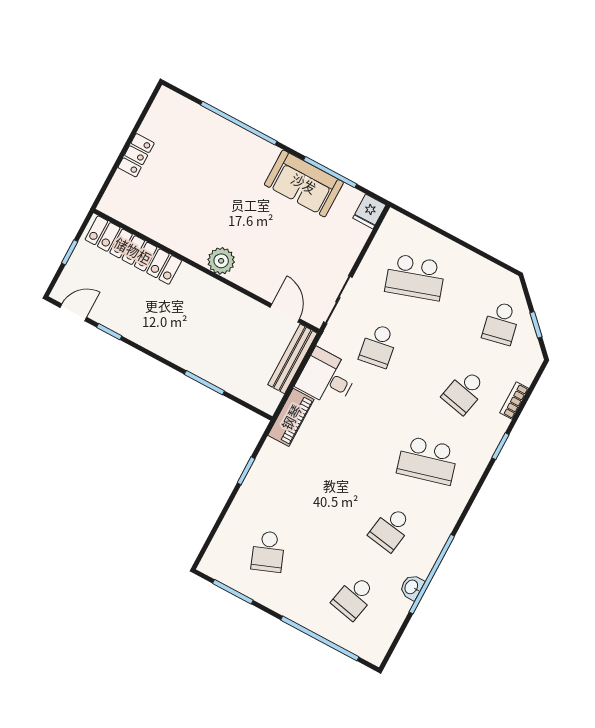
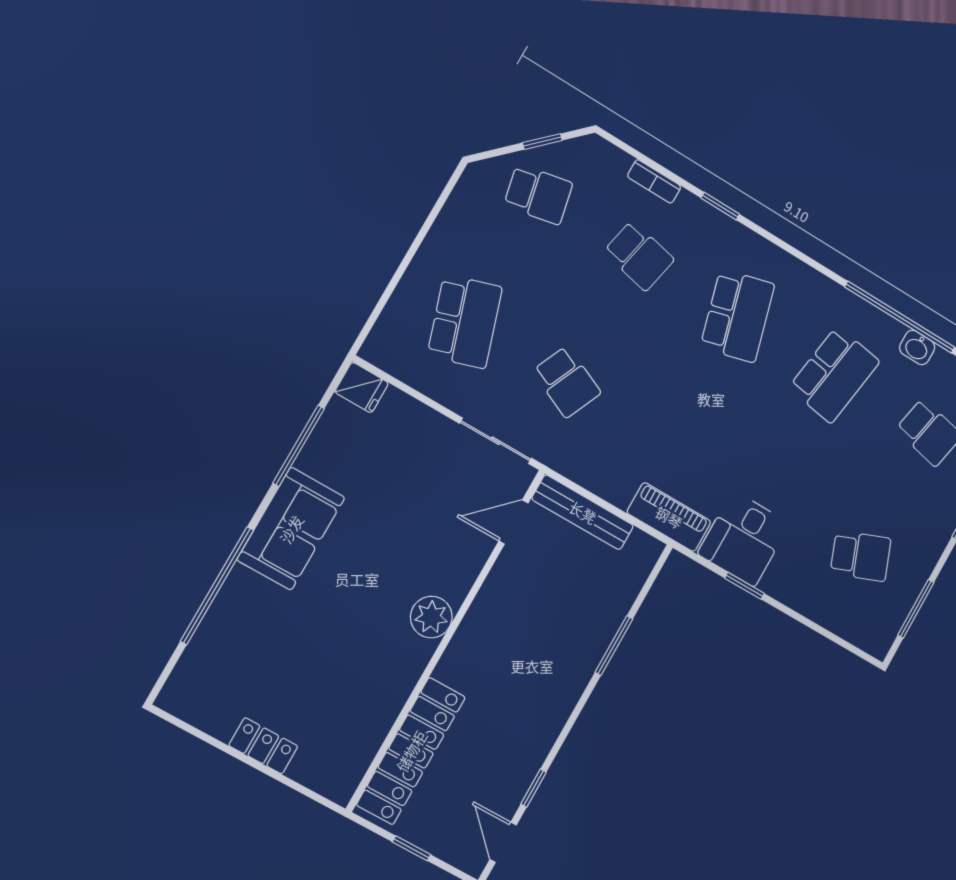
sofa: (304, 183) -> (291, 529), moved
school desk: (378, 346) -> (567, 382), turned 33
desk: (327, 378) -> (744, 539), moved
school desk: (391, 529) -> (834, 375), width x1.85

